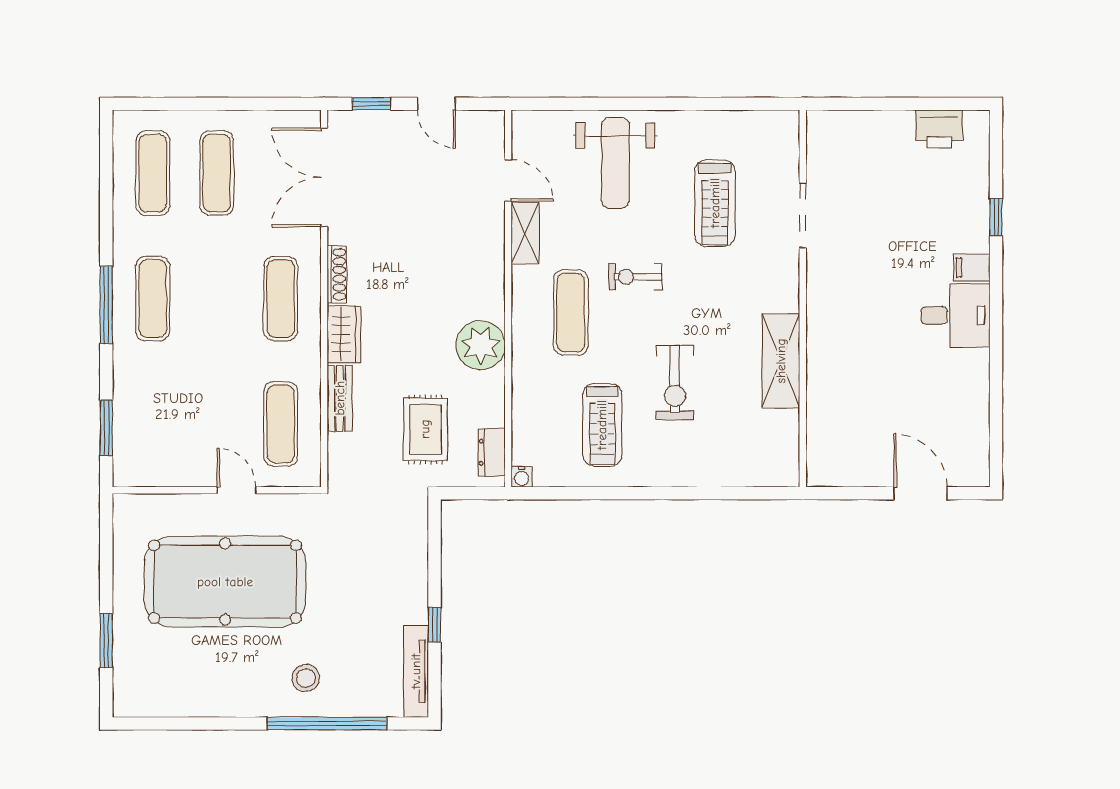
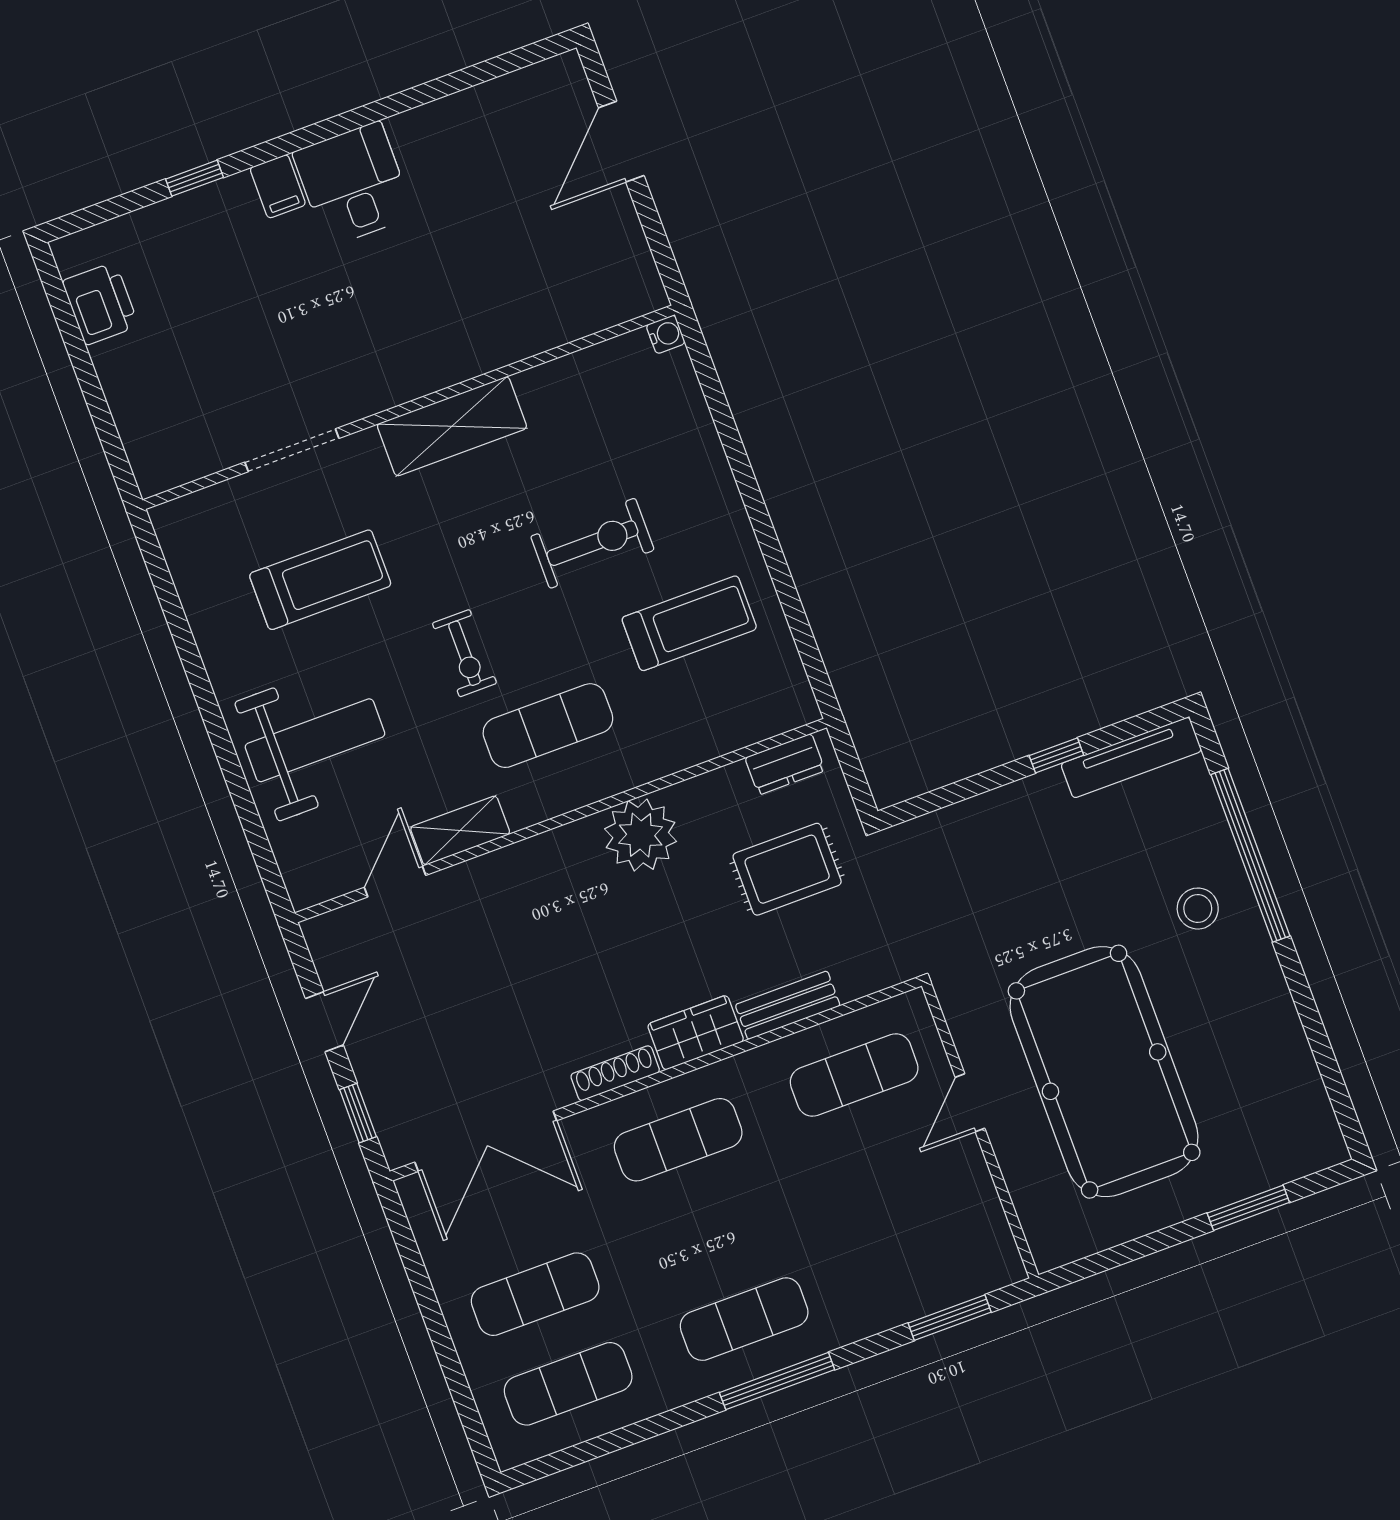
shelving: (781, 361) -> (452, 426), moved
water cooler: (522, 477) -> (666, 334), moved

